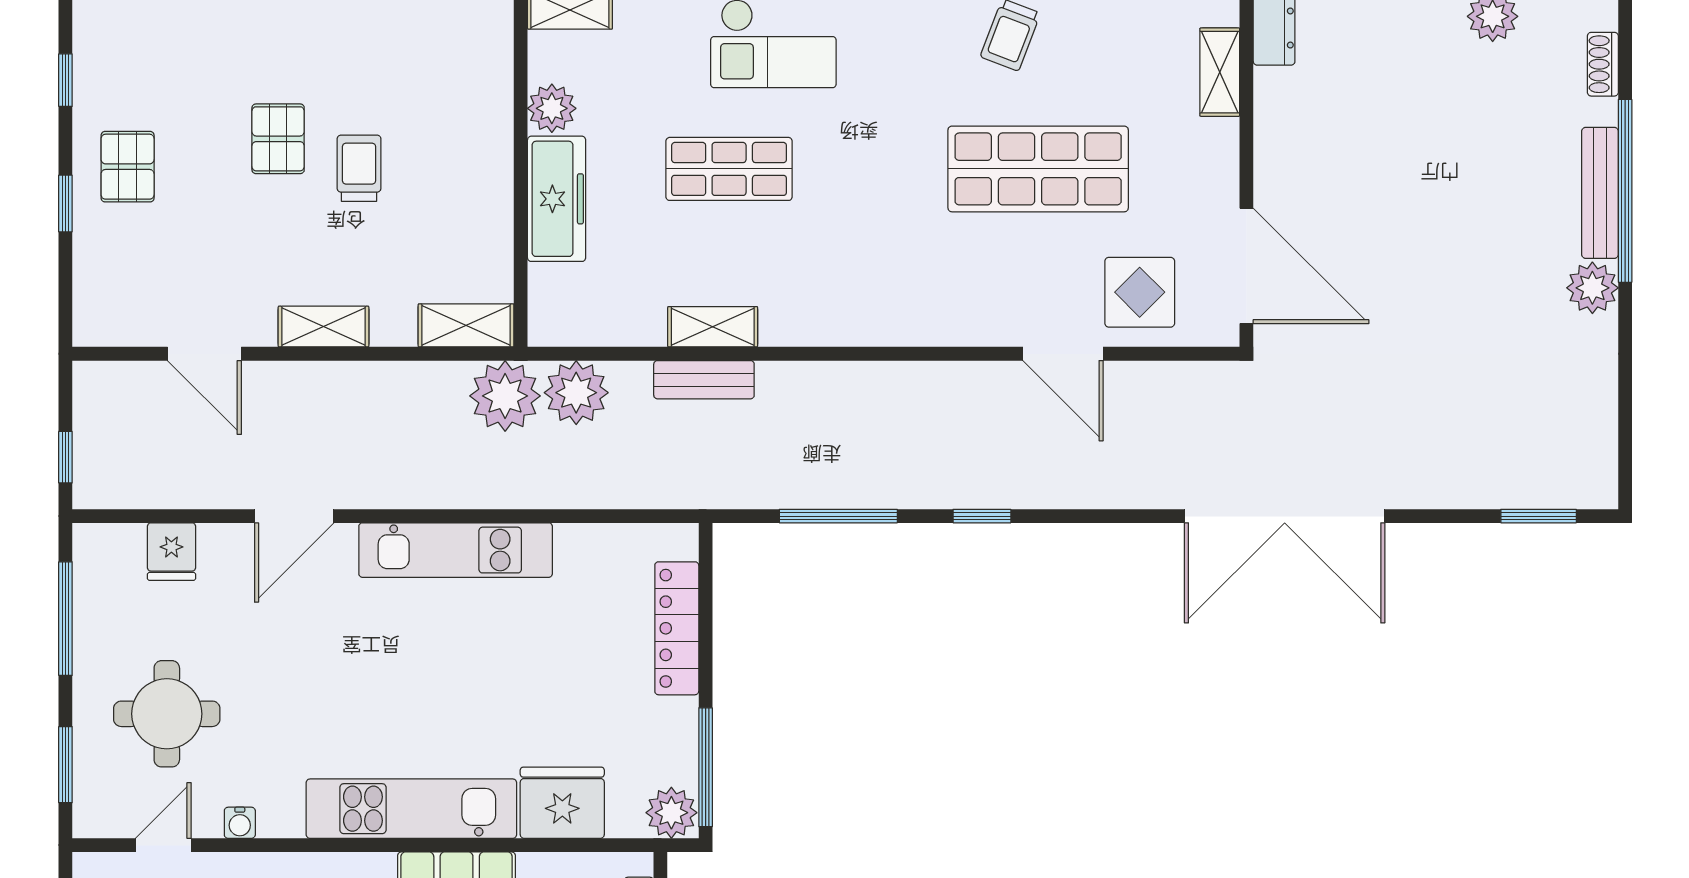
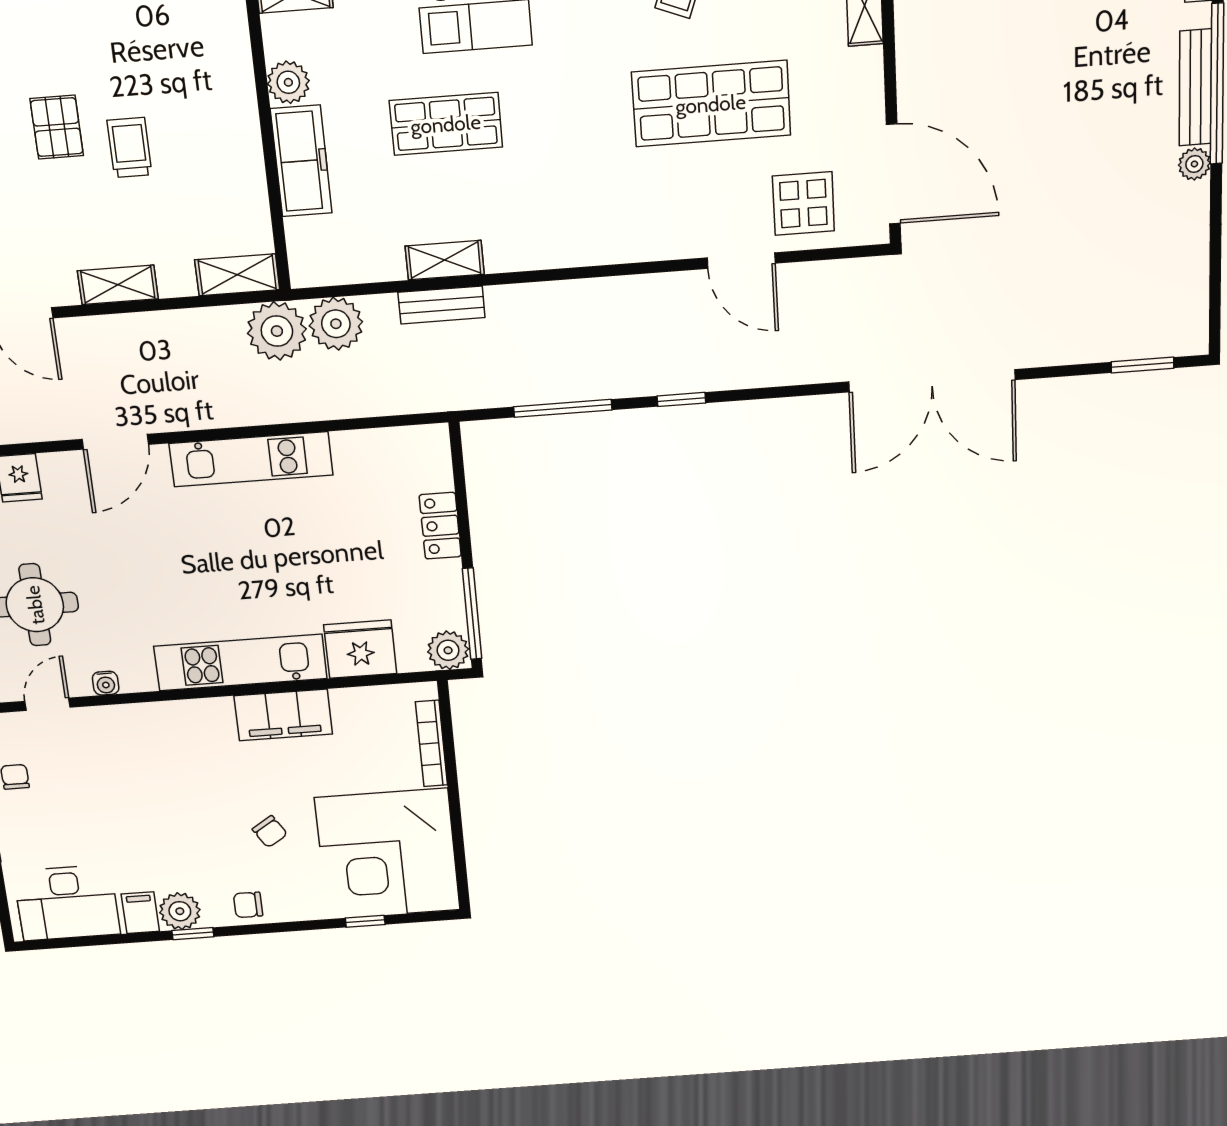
plant: (1592, 288) -> (1194, 164), width x0.73, depth x0.73
locker: (677, 628) -> (440, 526), width x0.66

